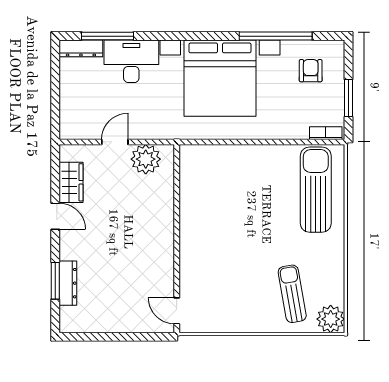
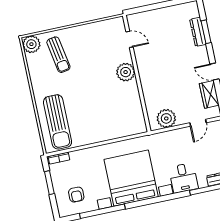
desk: (131, 61) -> (183, 178), width x0.73
door: (115, 142) -> (198, 123), moved
plant: (194, 245) -> (126, 72), added
door: (177, 311) -> (130, 39), moved

